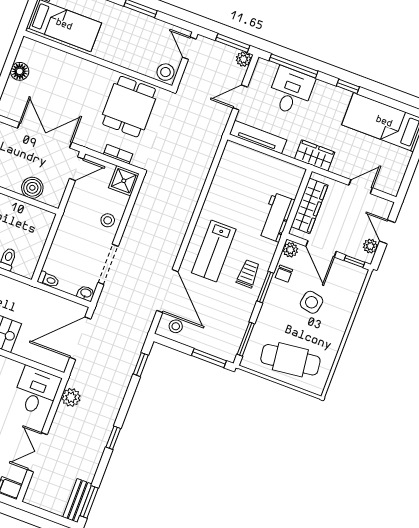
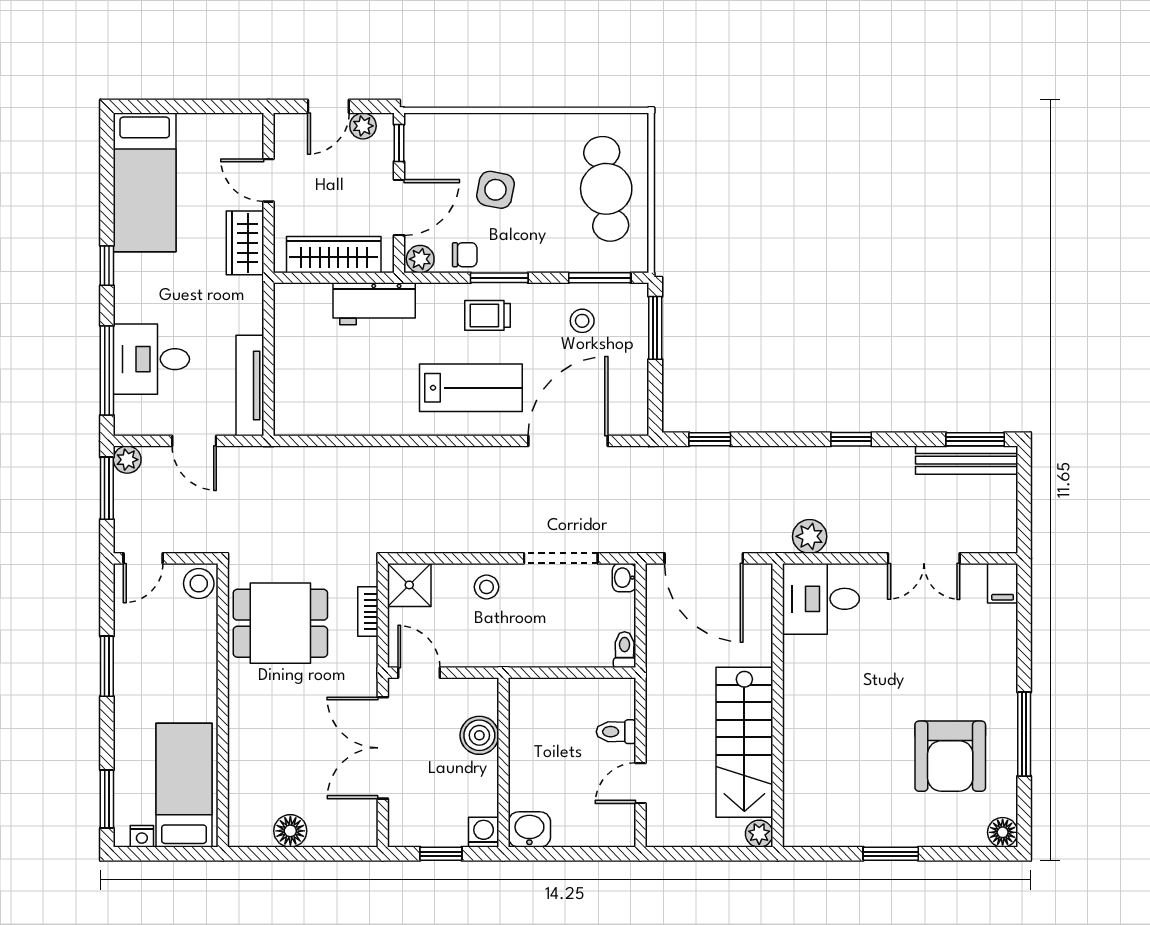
wardrobe: (315, 155) -> (245, 243), moved
stool: (176, 326) -> (582, 321), moved
bench: (77, 501) -> (967, 460), width x1.36

